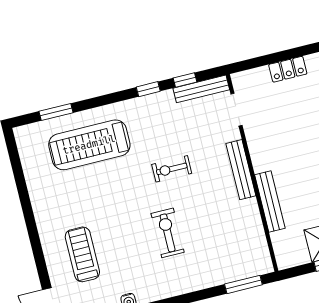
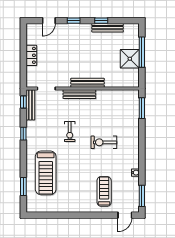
window: (185, 80) -> (23, 102), moved
bench: (270, 202) -> (87, 83), moved
treadmill: (82, 254) -> (104, 191), turned 90

